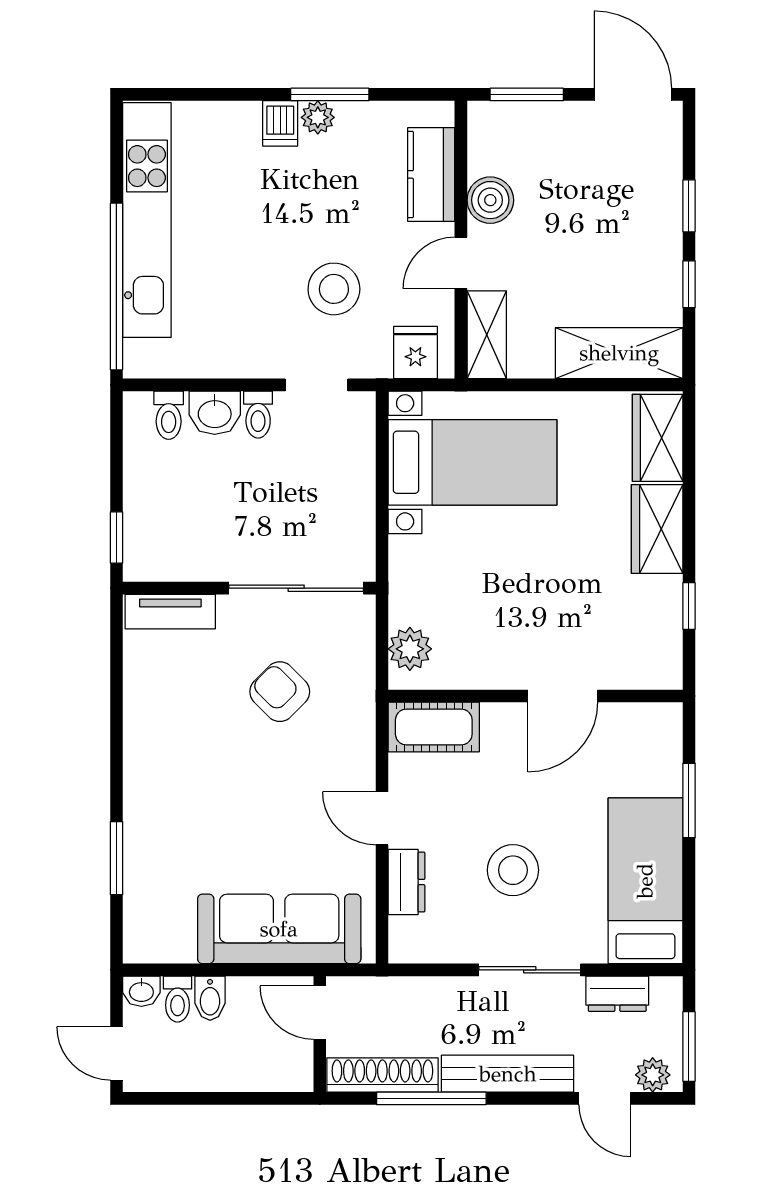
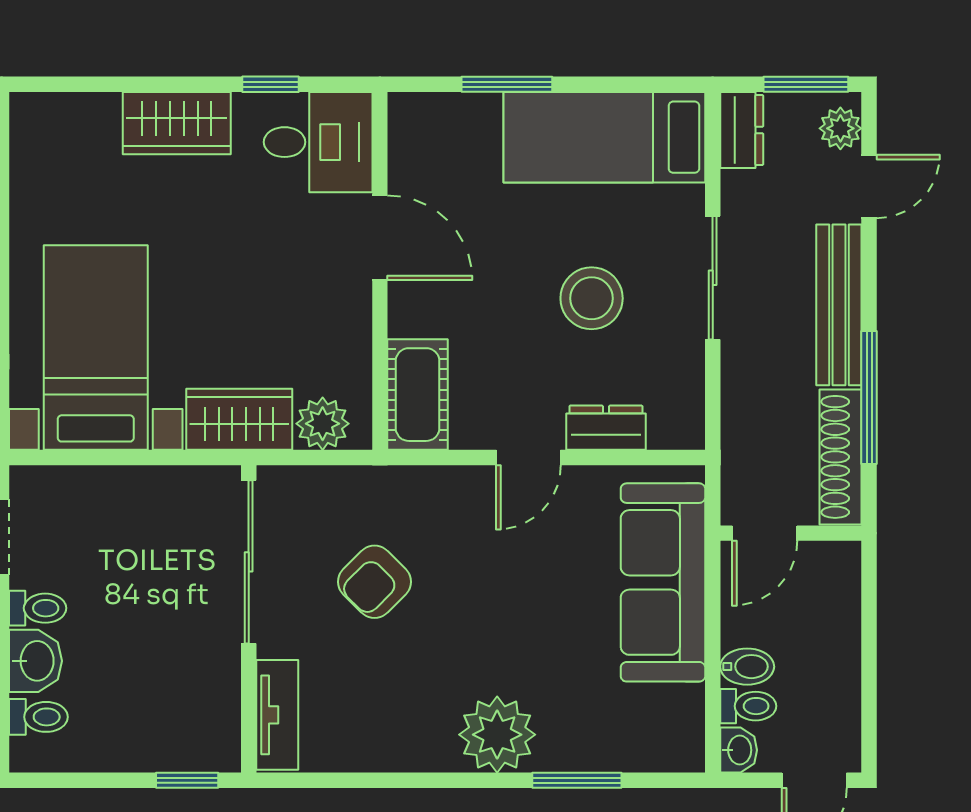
wardrobe: (658, 438) -> (239, 419), moved, turned 180
desk: (641, 645) -> (318, 142), added
plant: (154, 792) -> (497, 735), added
dresser: (617, 994) -> (742, 130), moved

